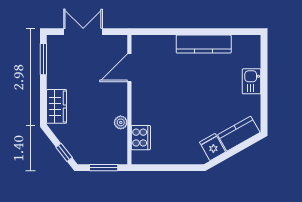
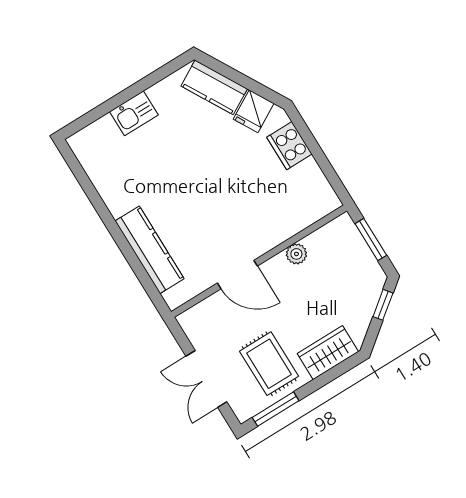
kitchen counter: (204, 44) -> (150, 250), moved
door: (129, 68) -> (237, 275), moved
rug: (70, 71) -> (269, 364), added
cooker: (141, 138) -> (289, 146), moved, turned -90

